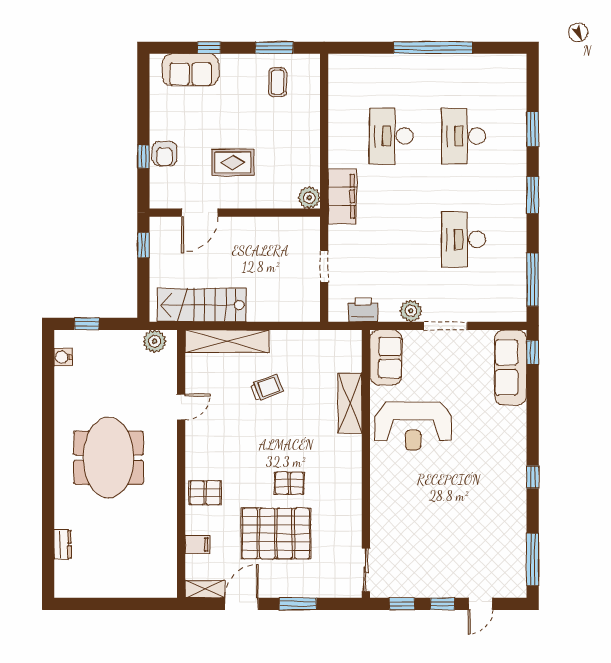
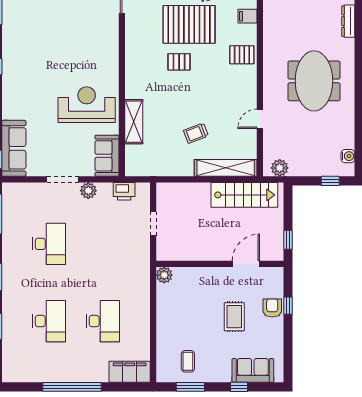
rug: (233, 162) -> (234, 317), moved, turned 90
filing cabinet: (342, 196) -> (130, 372), moved, turned 90
dresser: (63, 544) -> (348, 21), width x1.44

